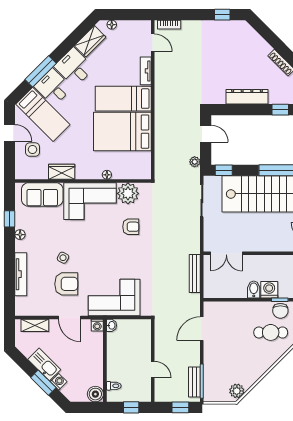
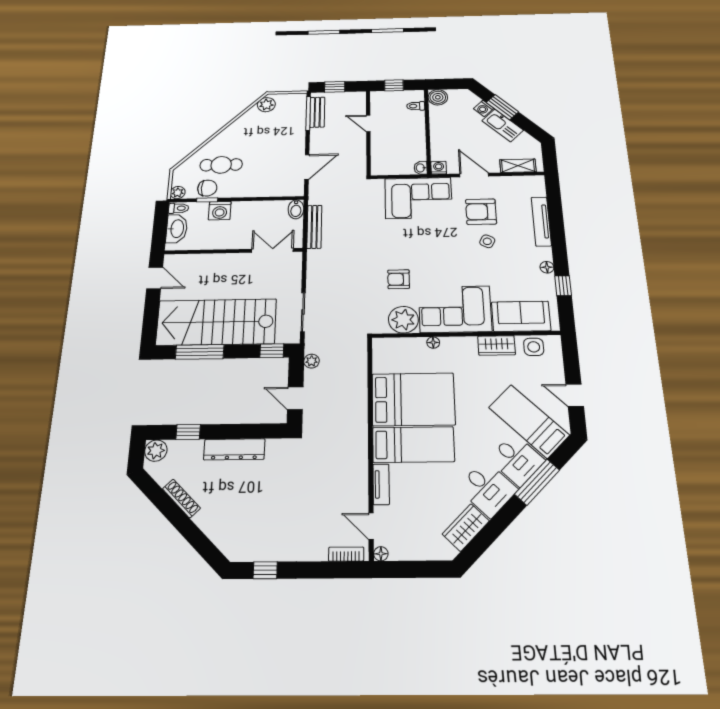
floor lamp: (112, 25) -> (381, 554), moved
side table: (32, 150) -> (534, 347), moved
bidet: (254, 289) -> (296, 209), moved
chair: (280, 311) -> (207, 188), turned 90

